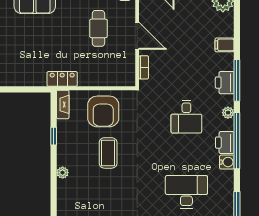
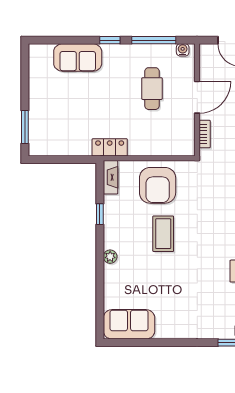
door: (137, 36) -> (197, 97), hinge flipped

